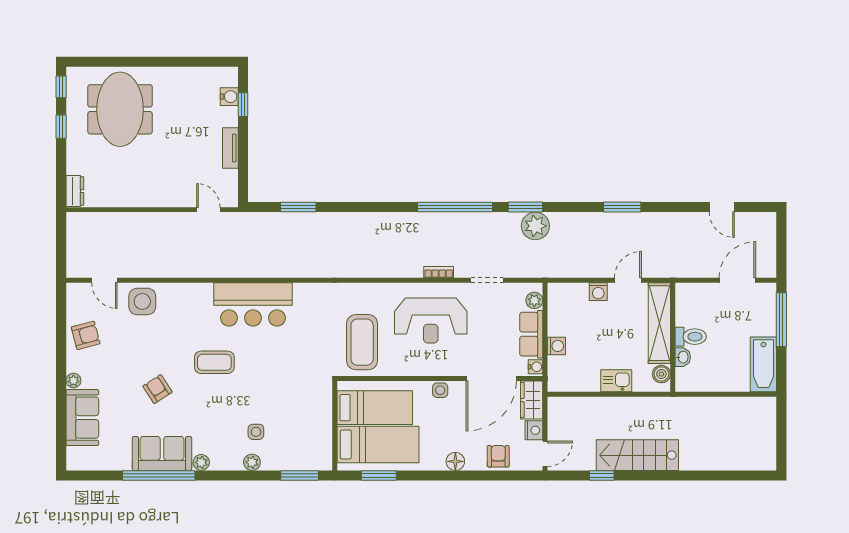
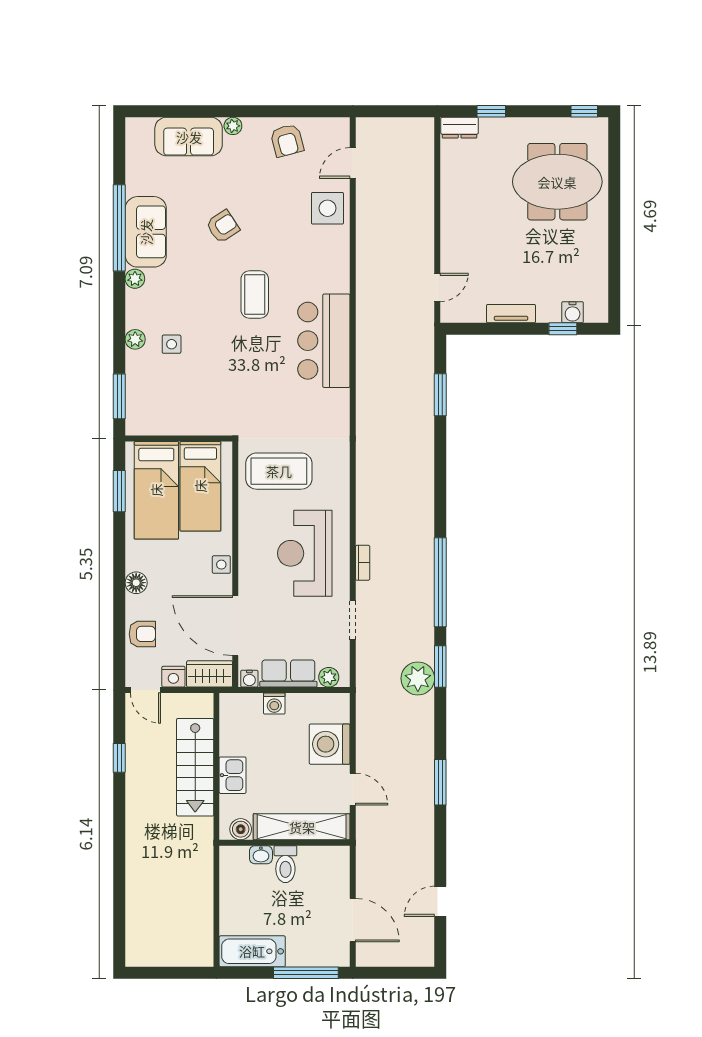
window: (61, 127) -> (491, 111), moved
washing machine: (598, 292) -> (330, 744), width x1.89, depth x1.89
stairs: (637, 455) -> (195, 767), moved, turned 180

